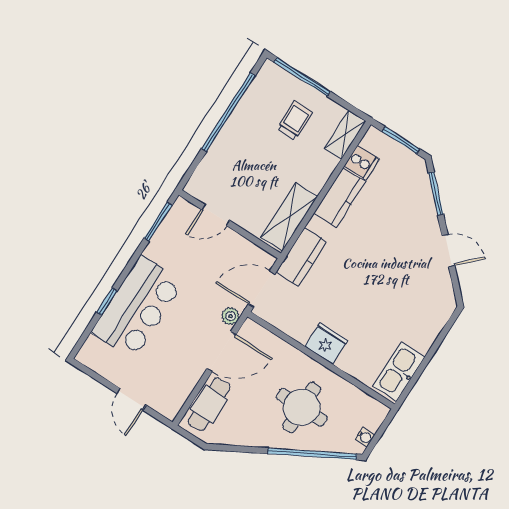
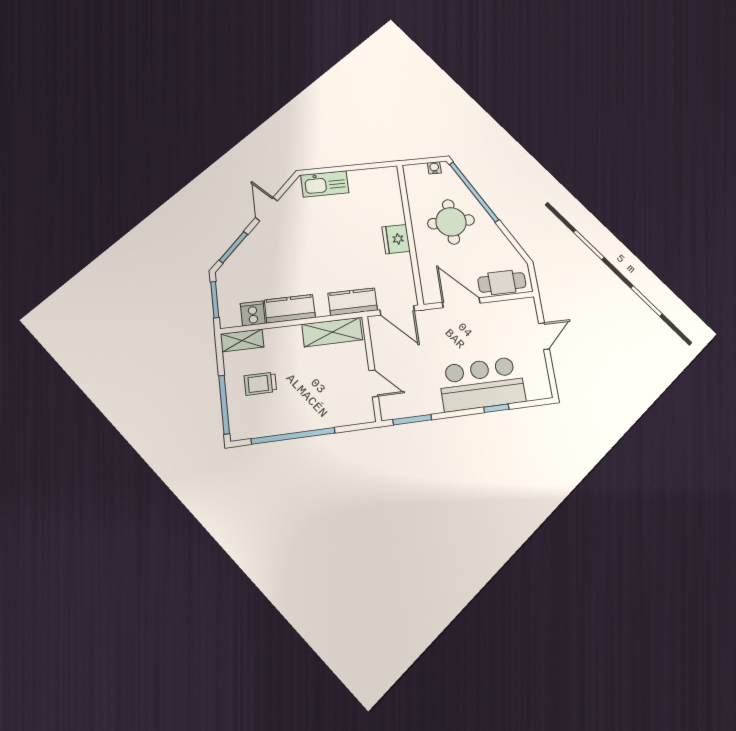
plant: (230, 316) -> (433, 316), removed
kitchen sink: (399, 371) -> (325, 184), moved

